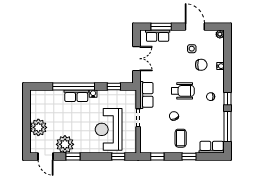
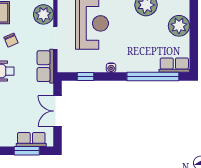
window: (74, 87) -> (153, 76), moved
row of seats: (76, 96) -> (174, 65), moved
plant: (148, 137) -> (43, 14), added

